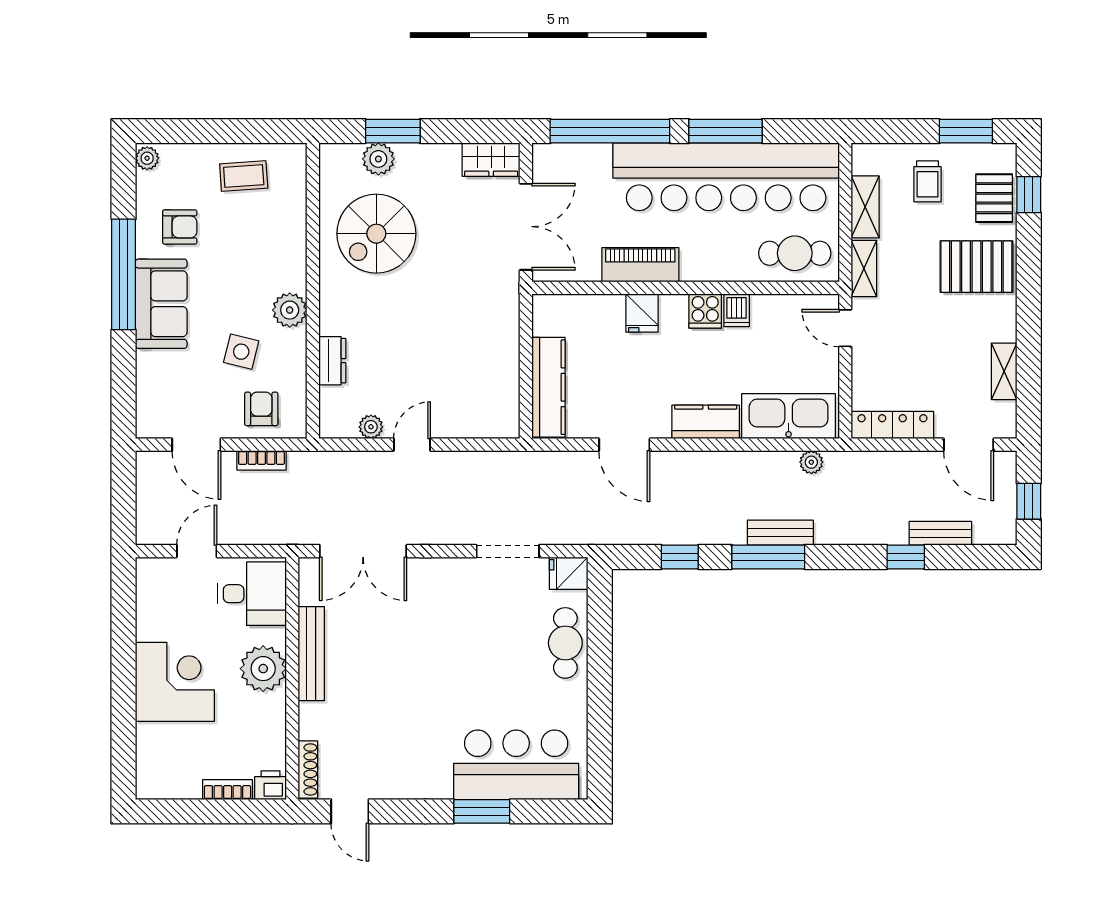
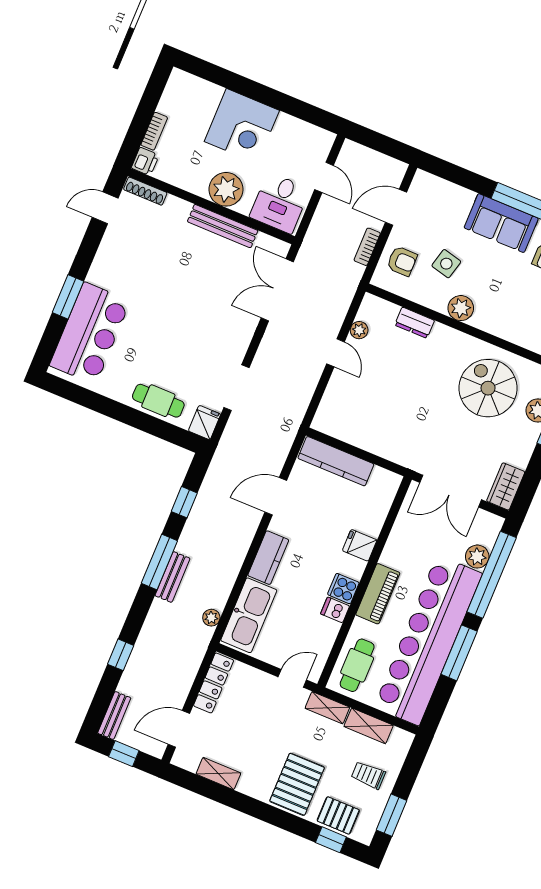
plant: (595, 159) -> (477, 557), added
piano: (640, 265) -> (378, 594), moved
bench: (940, 533) -> (114, 715), moved

